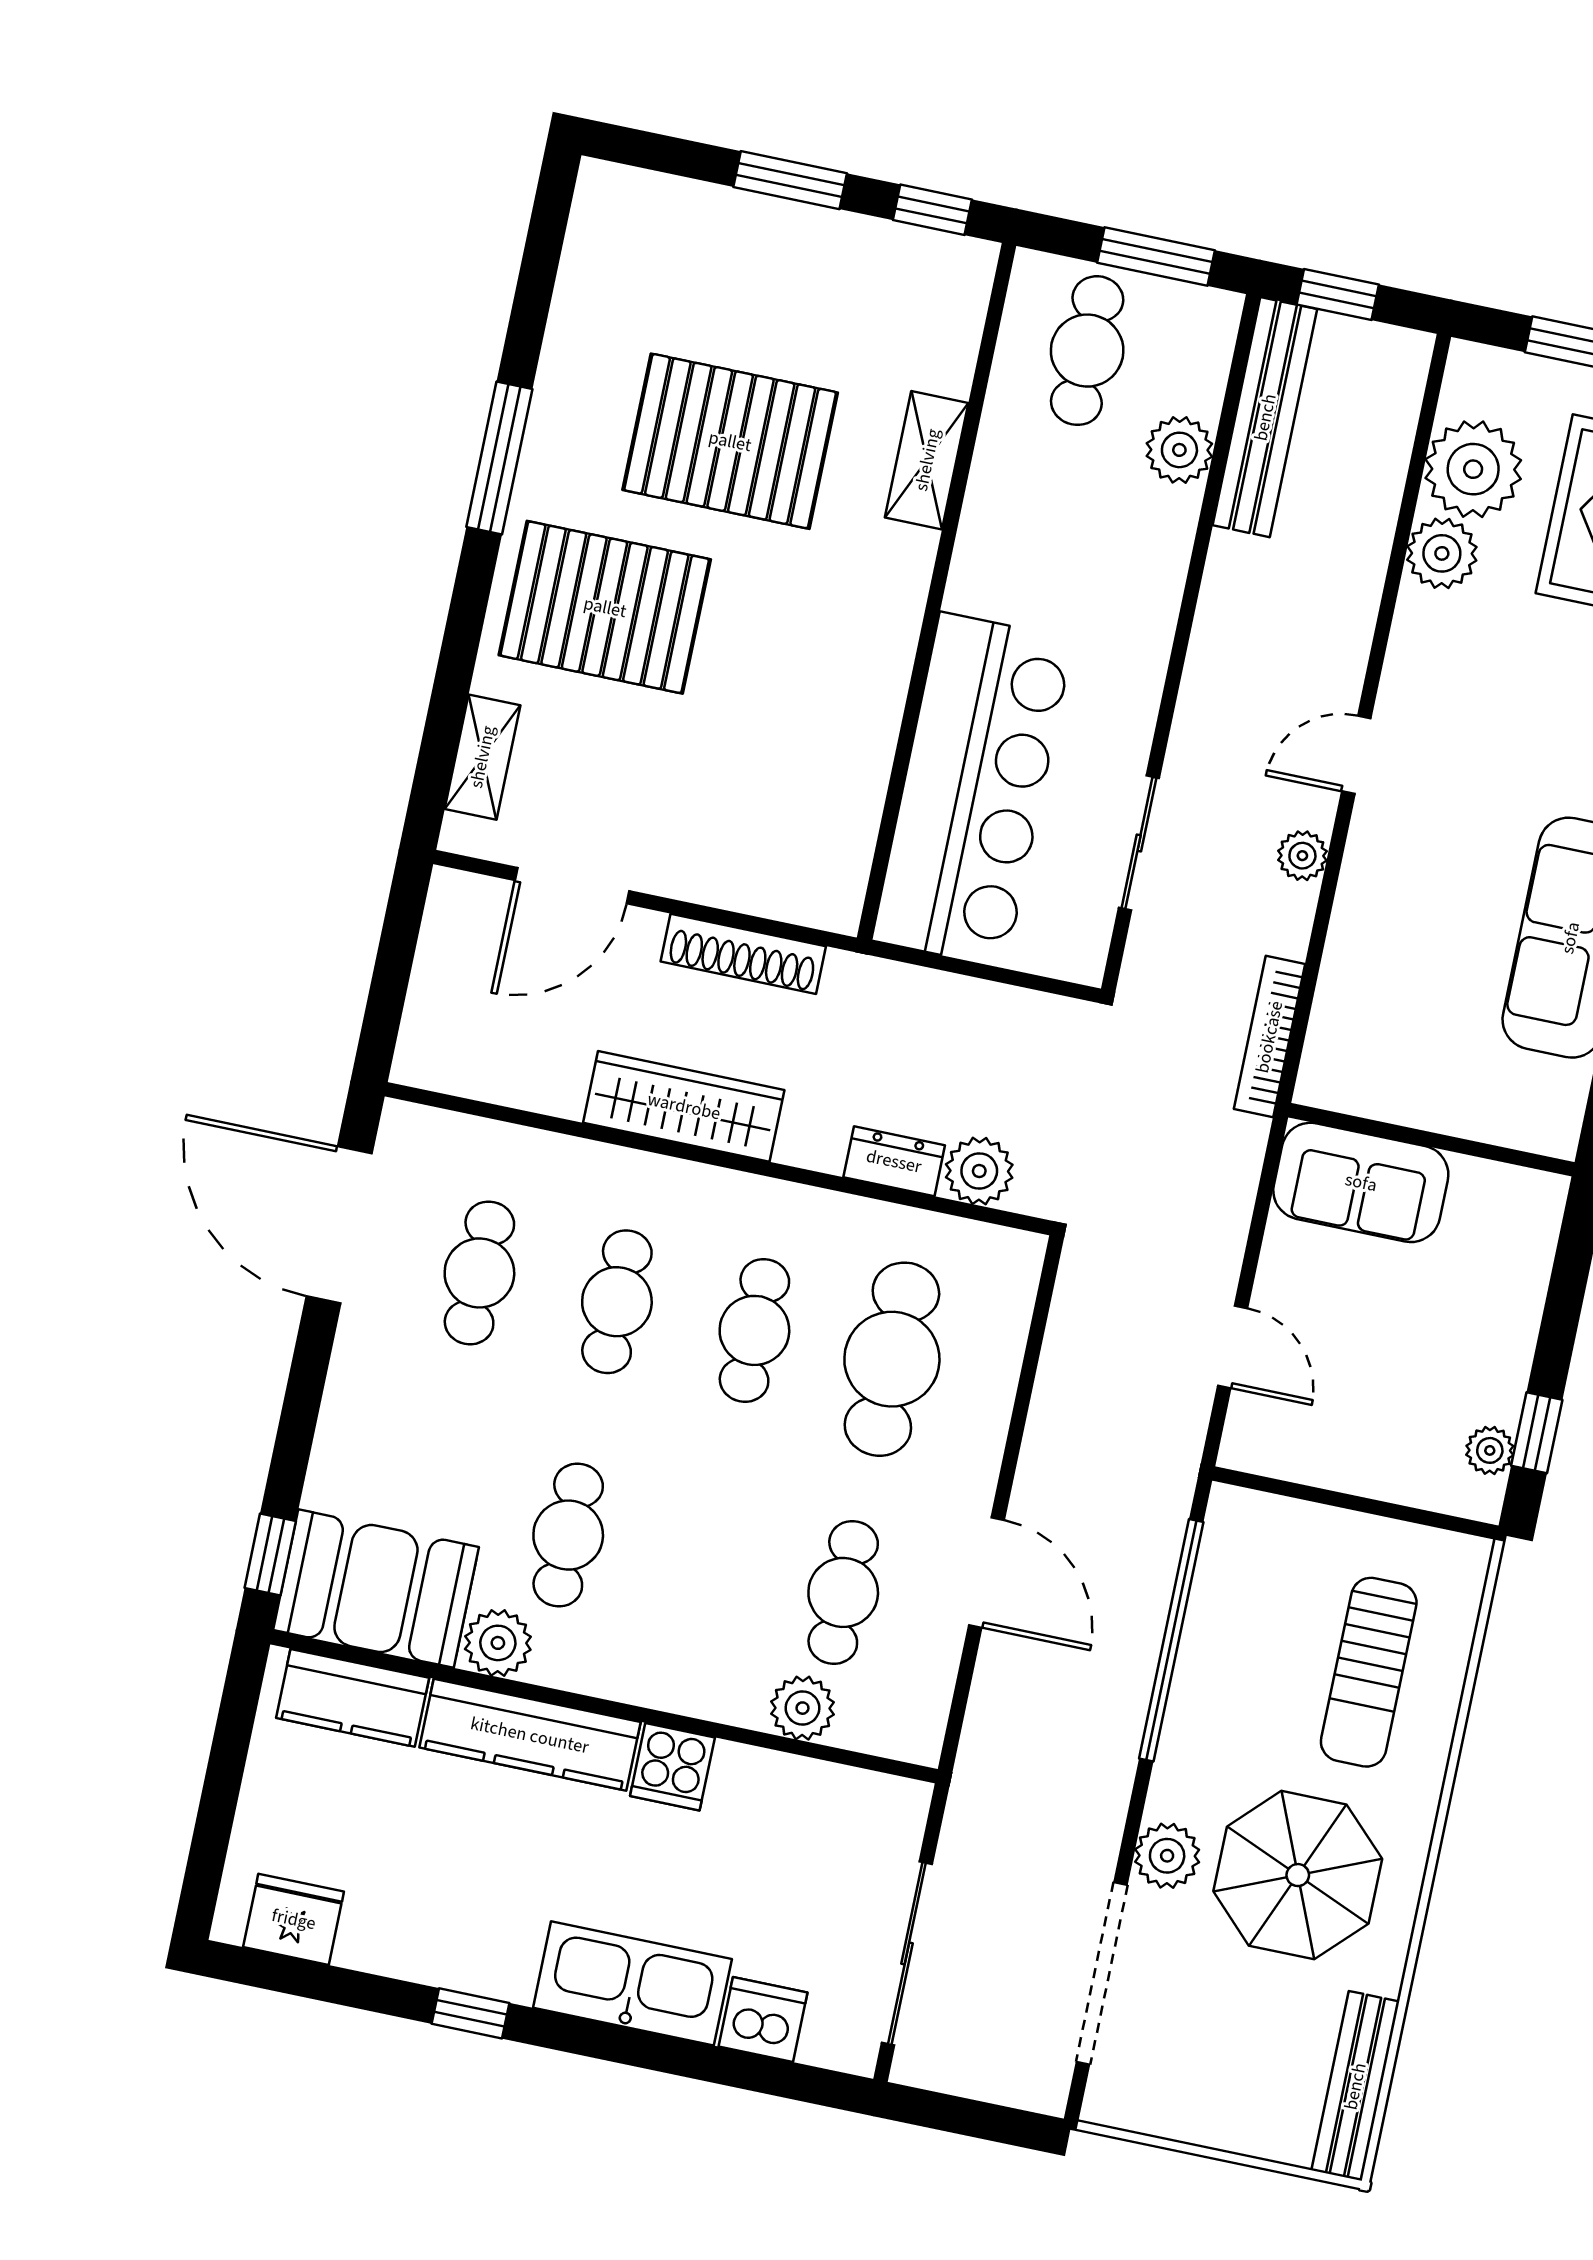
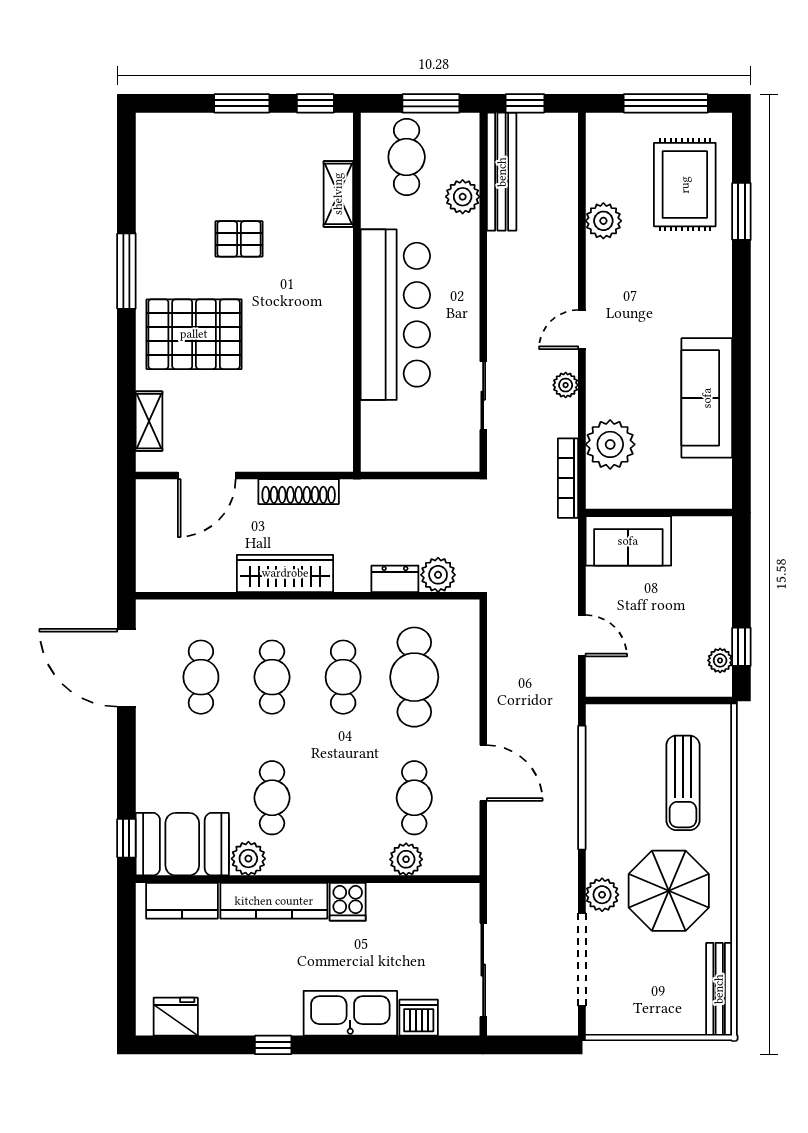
pallet: (730, 441) -> (239, 239), width x0.49, depth x0.50
shelving: (927, 460) -> (338, 194), moved
plant: (1473, 469) -> (610, 444), moved
bar counter: (973, 790) -> (395, 315), moved

